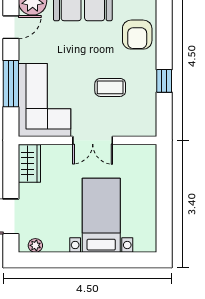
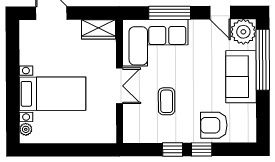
window: (164, 48) -> (202, 149), added
double door: (93, 140) -> (119, 86), swing flipped
plant: (35, 245) -> (26, 129), moved

